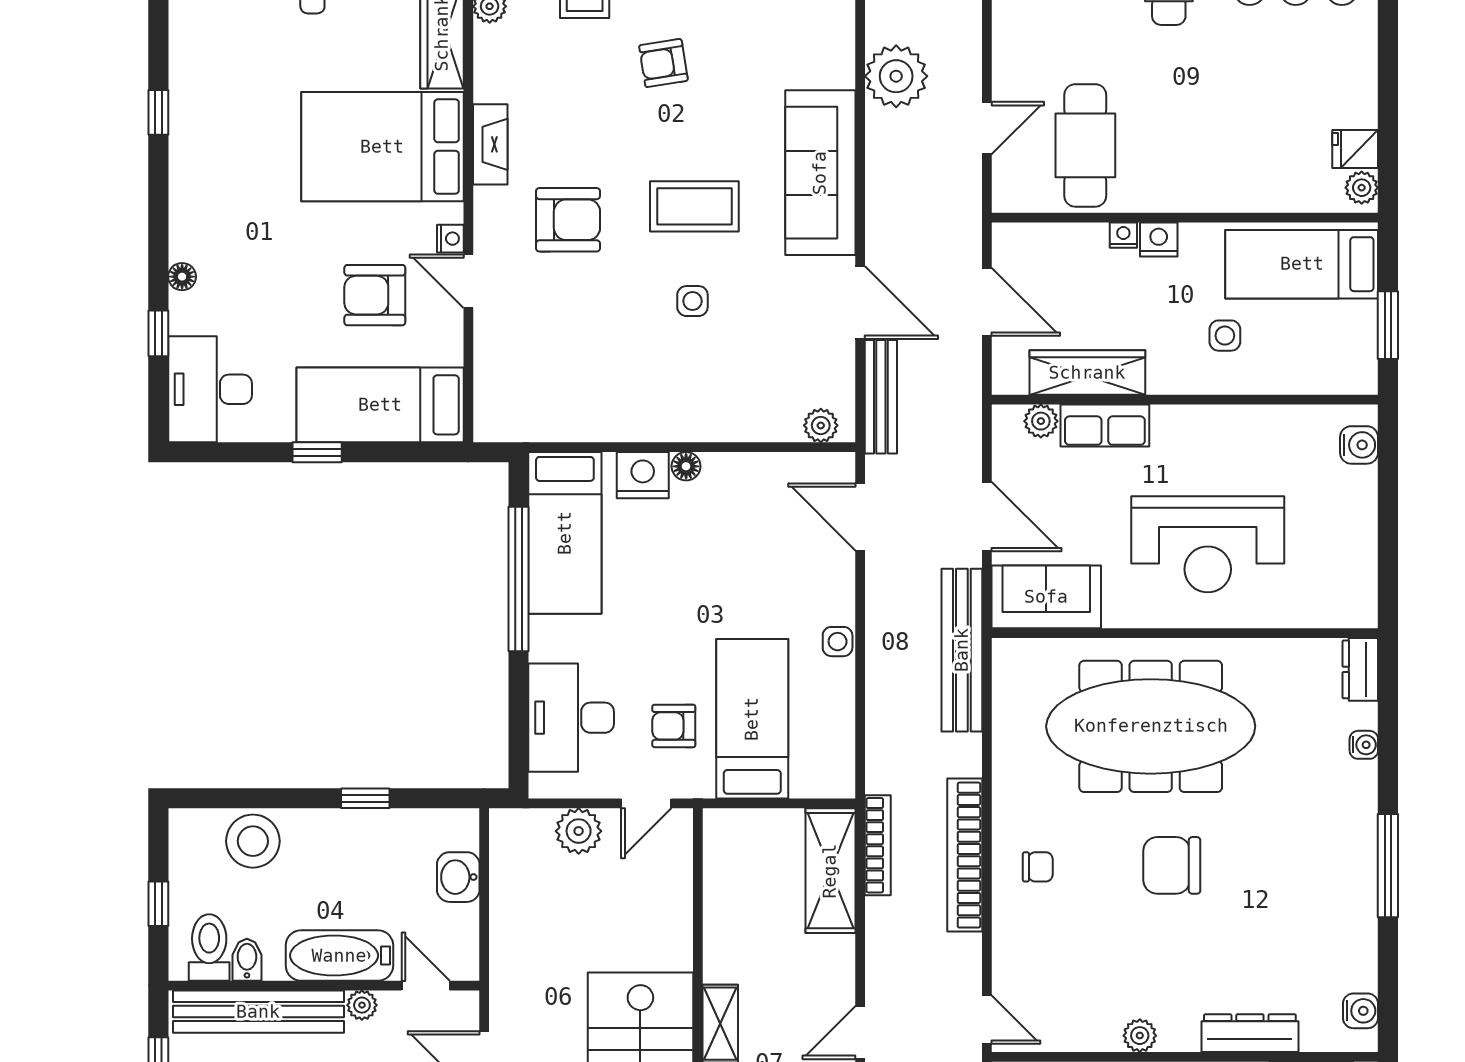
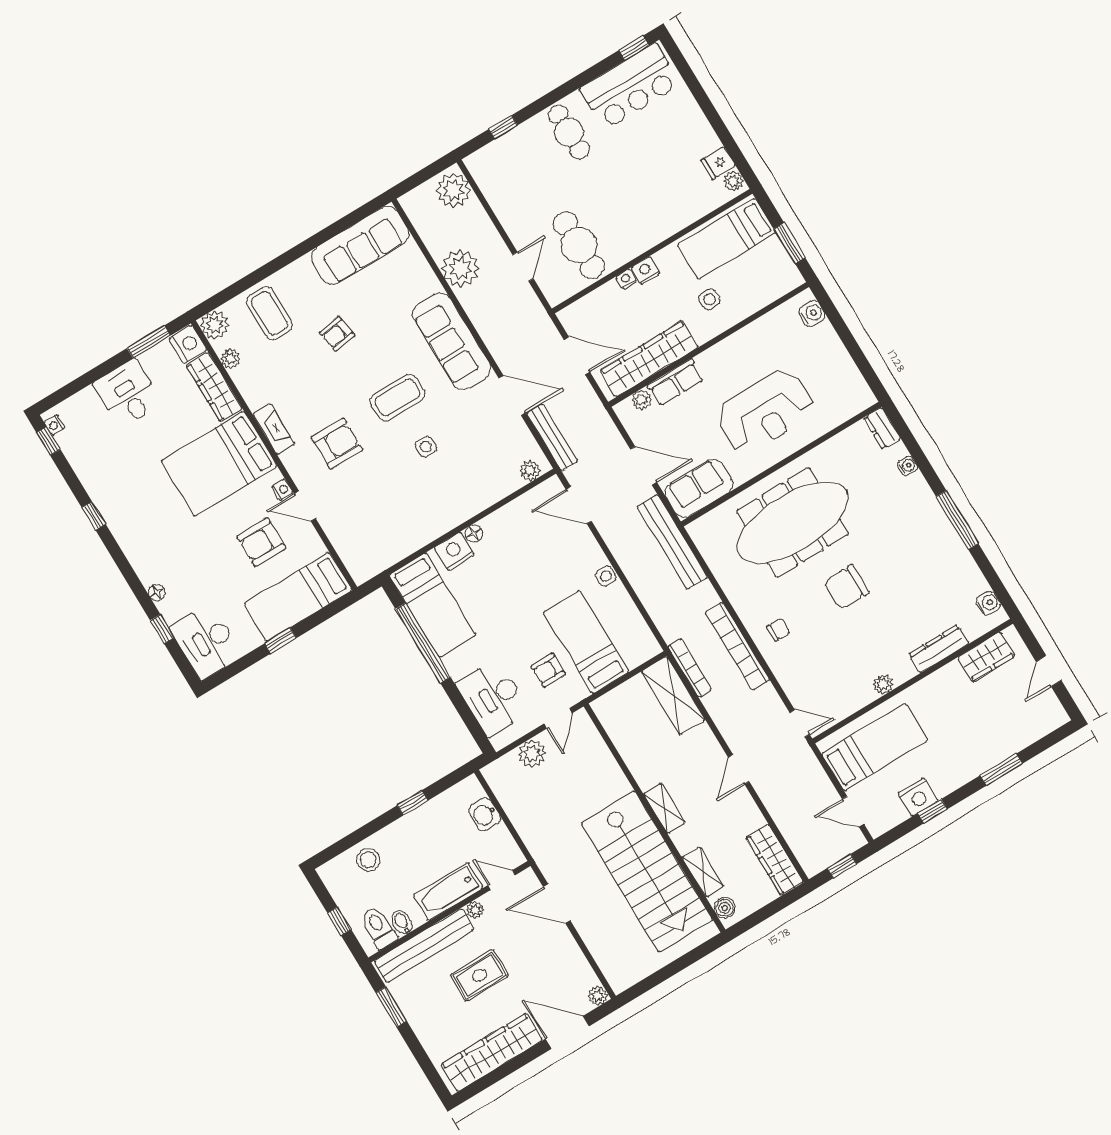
wardrobe: (1087, 373) -> (649, 359), width x1.40, depth x1.17
stool: (253, 841) -> (368, 860), width x0.73, depth x0.73

